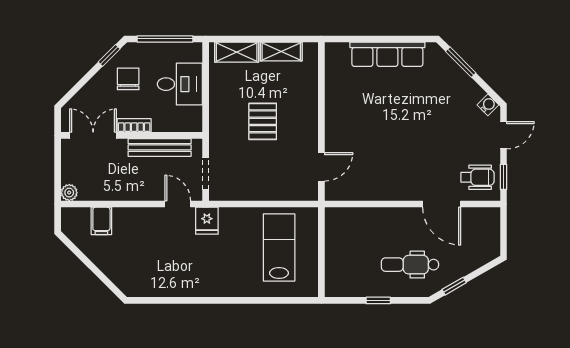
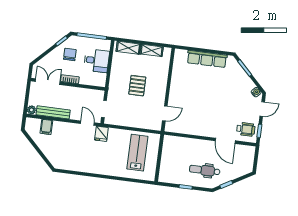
bench: (160, 147) -> (53, 112), moved

